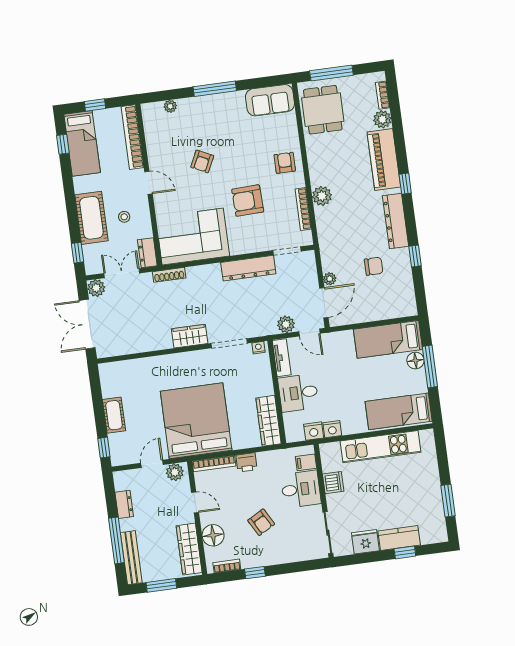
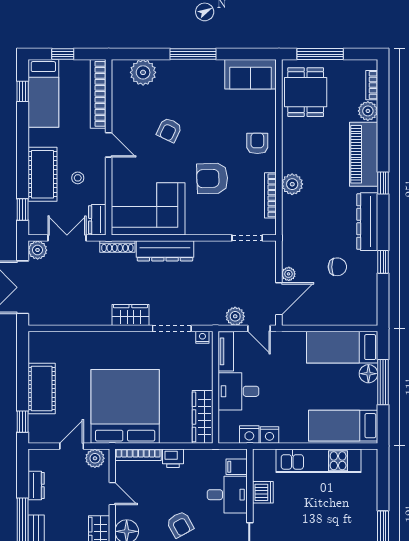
plant: (170, 106) -> (143, 72), width x1.88, depth x1.88
dresser: (248, 268) -> (165, 251), moved
cot: (114, 415) -> (42, 389), width x1.37, depth x1.34

